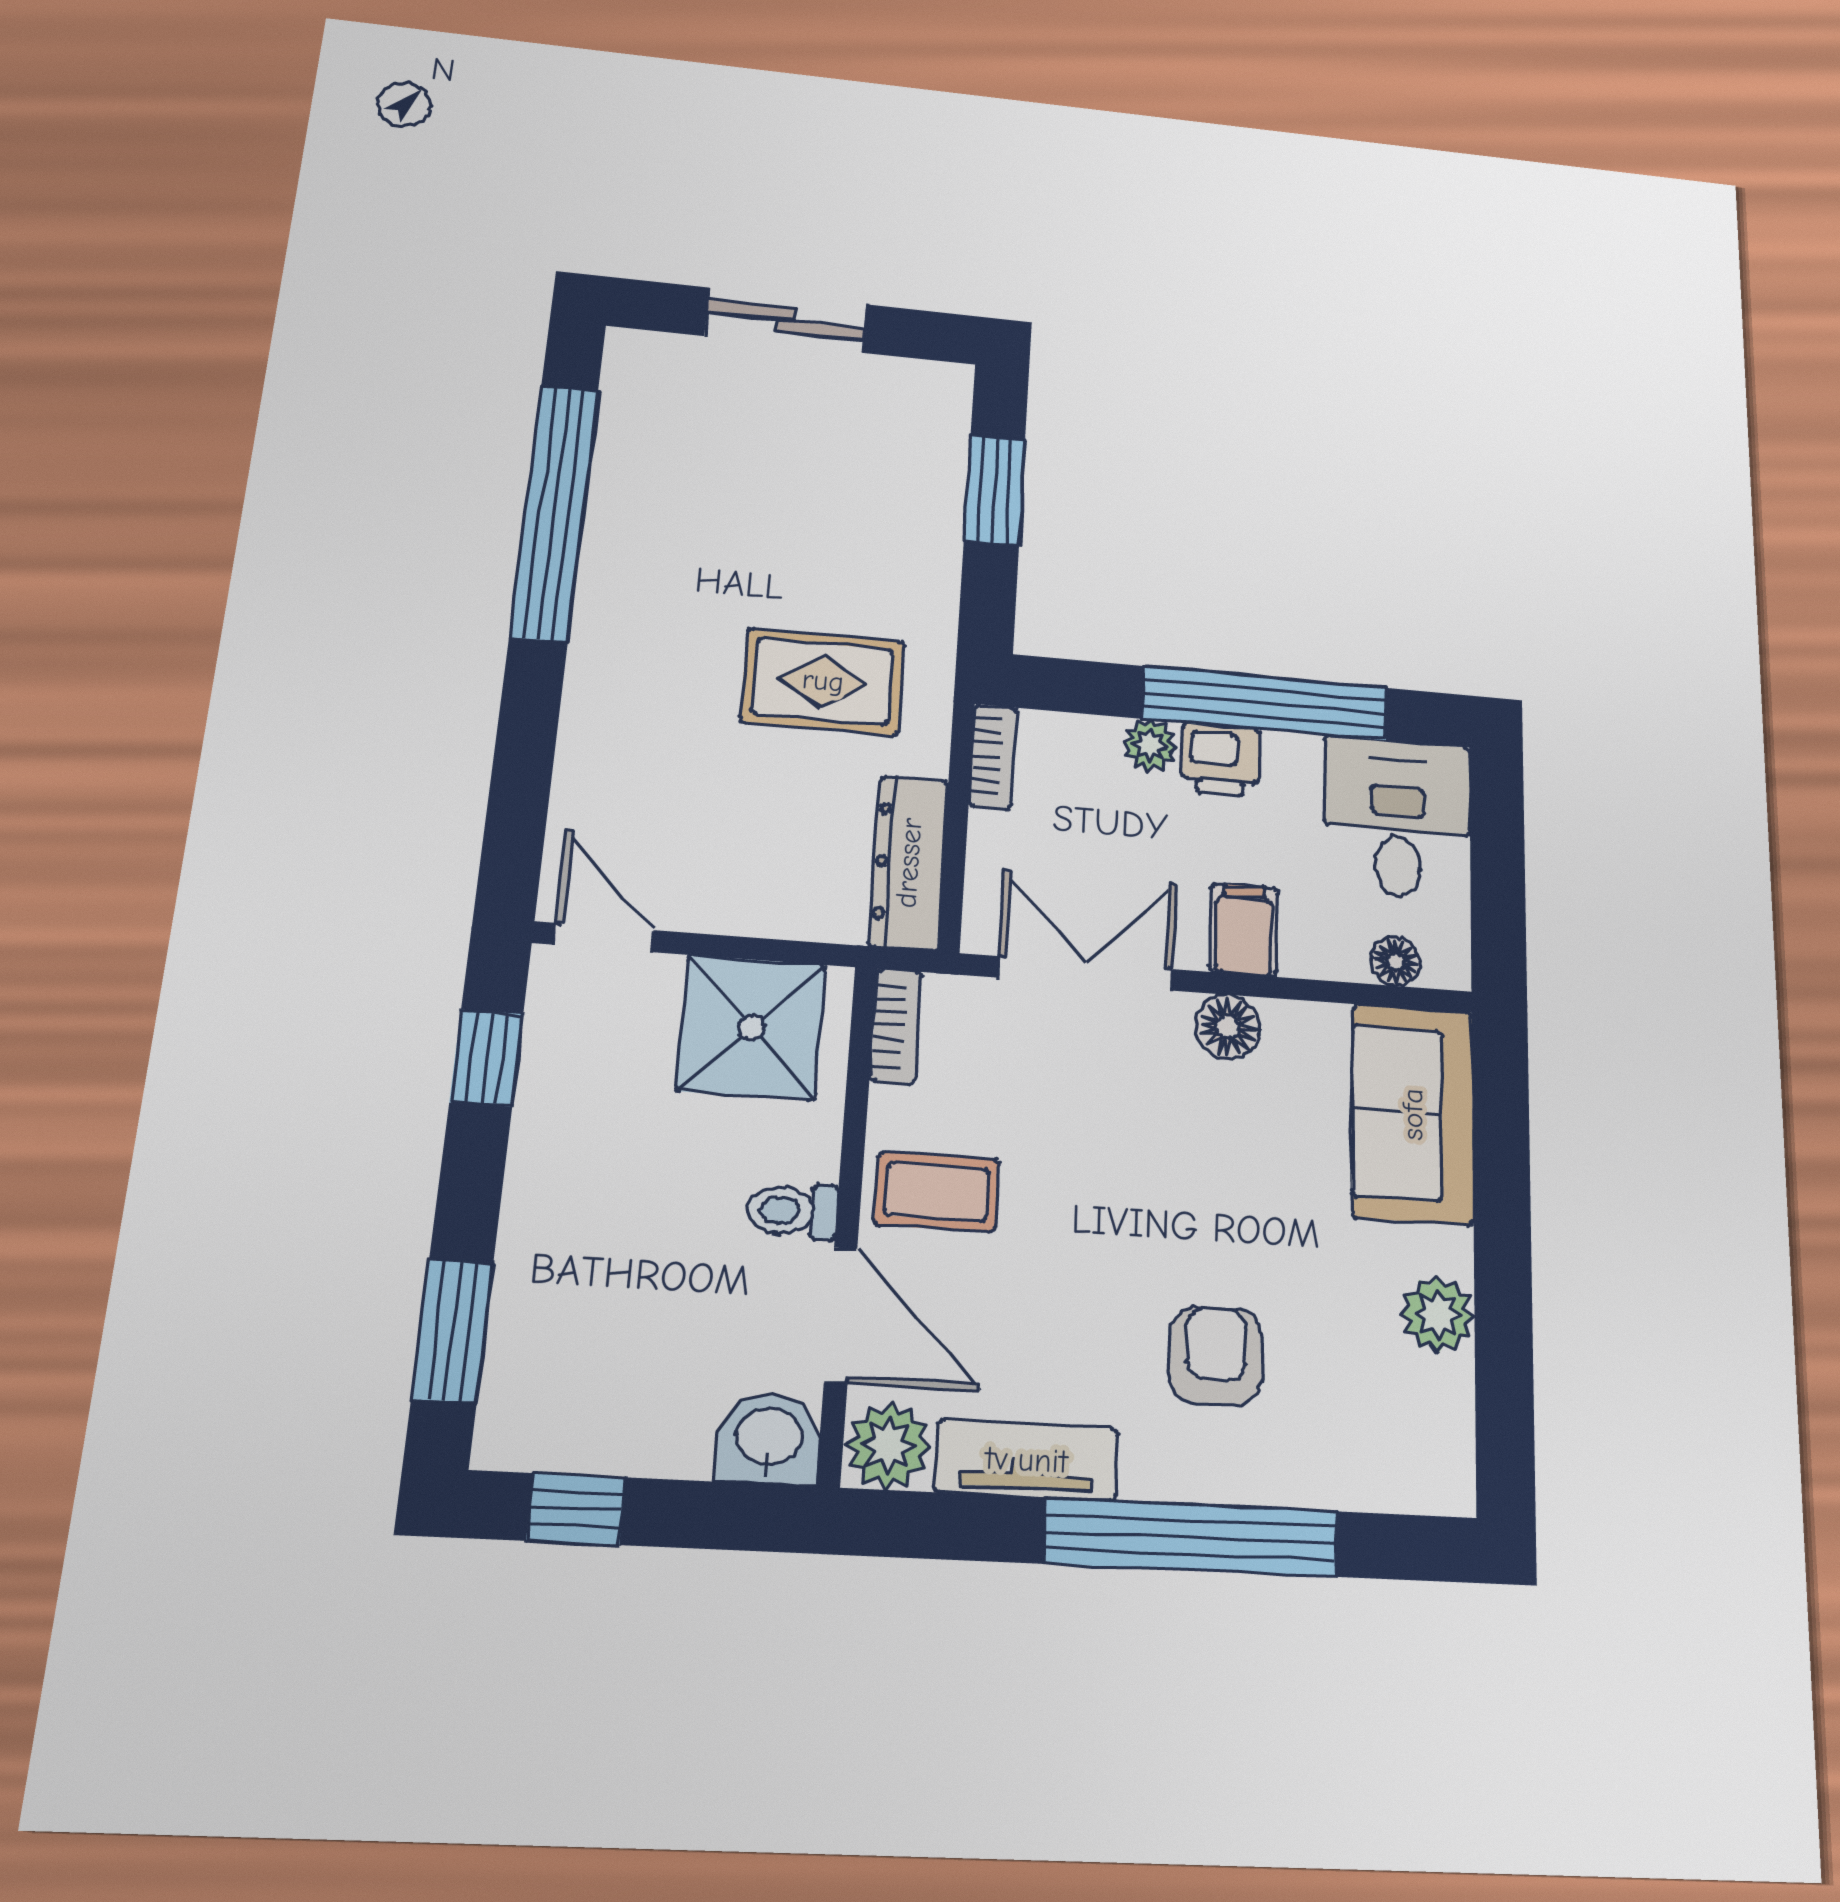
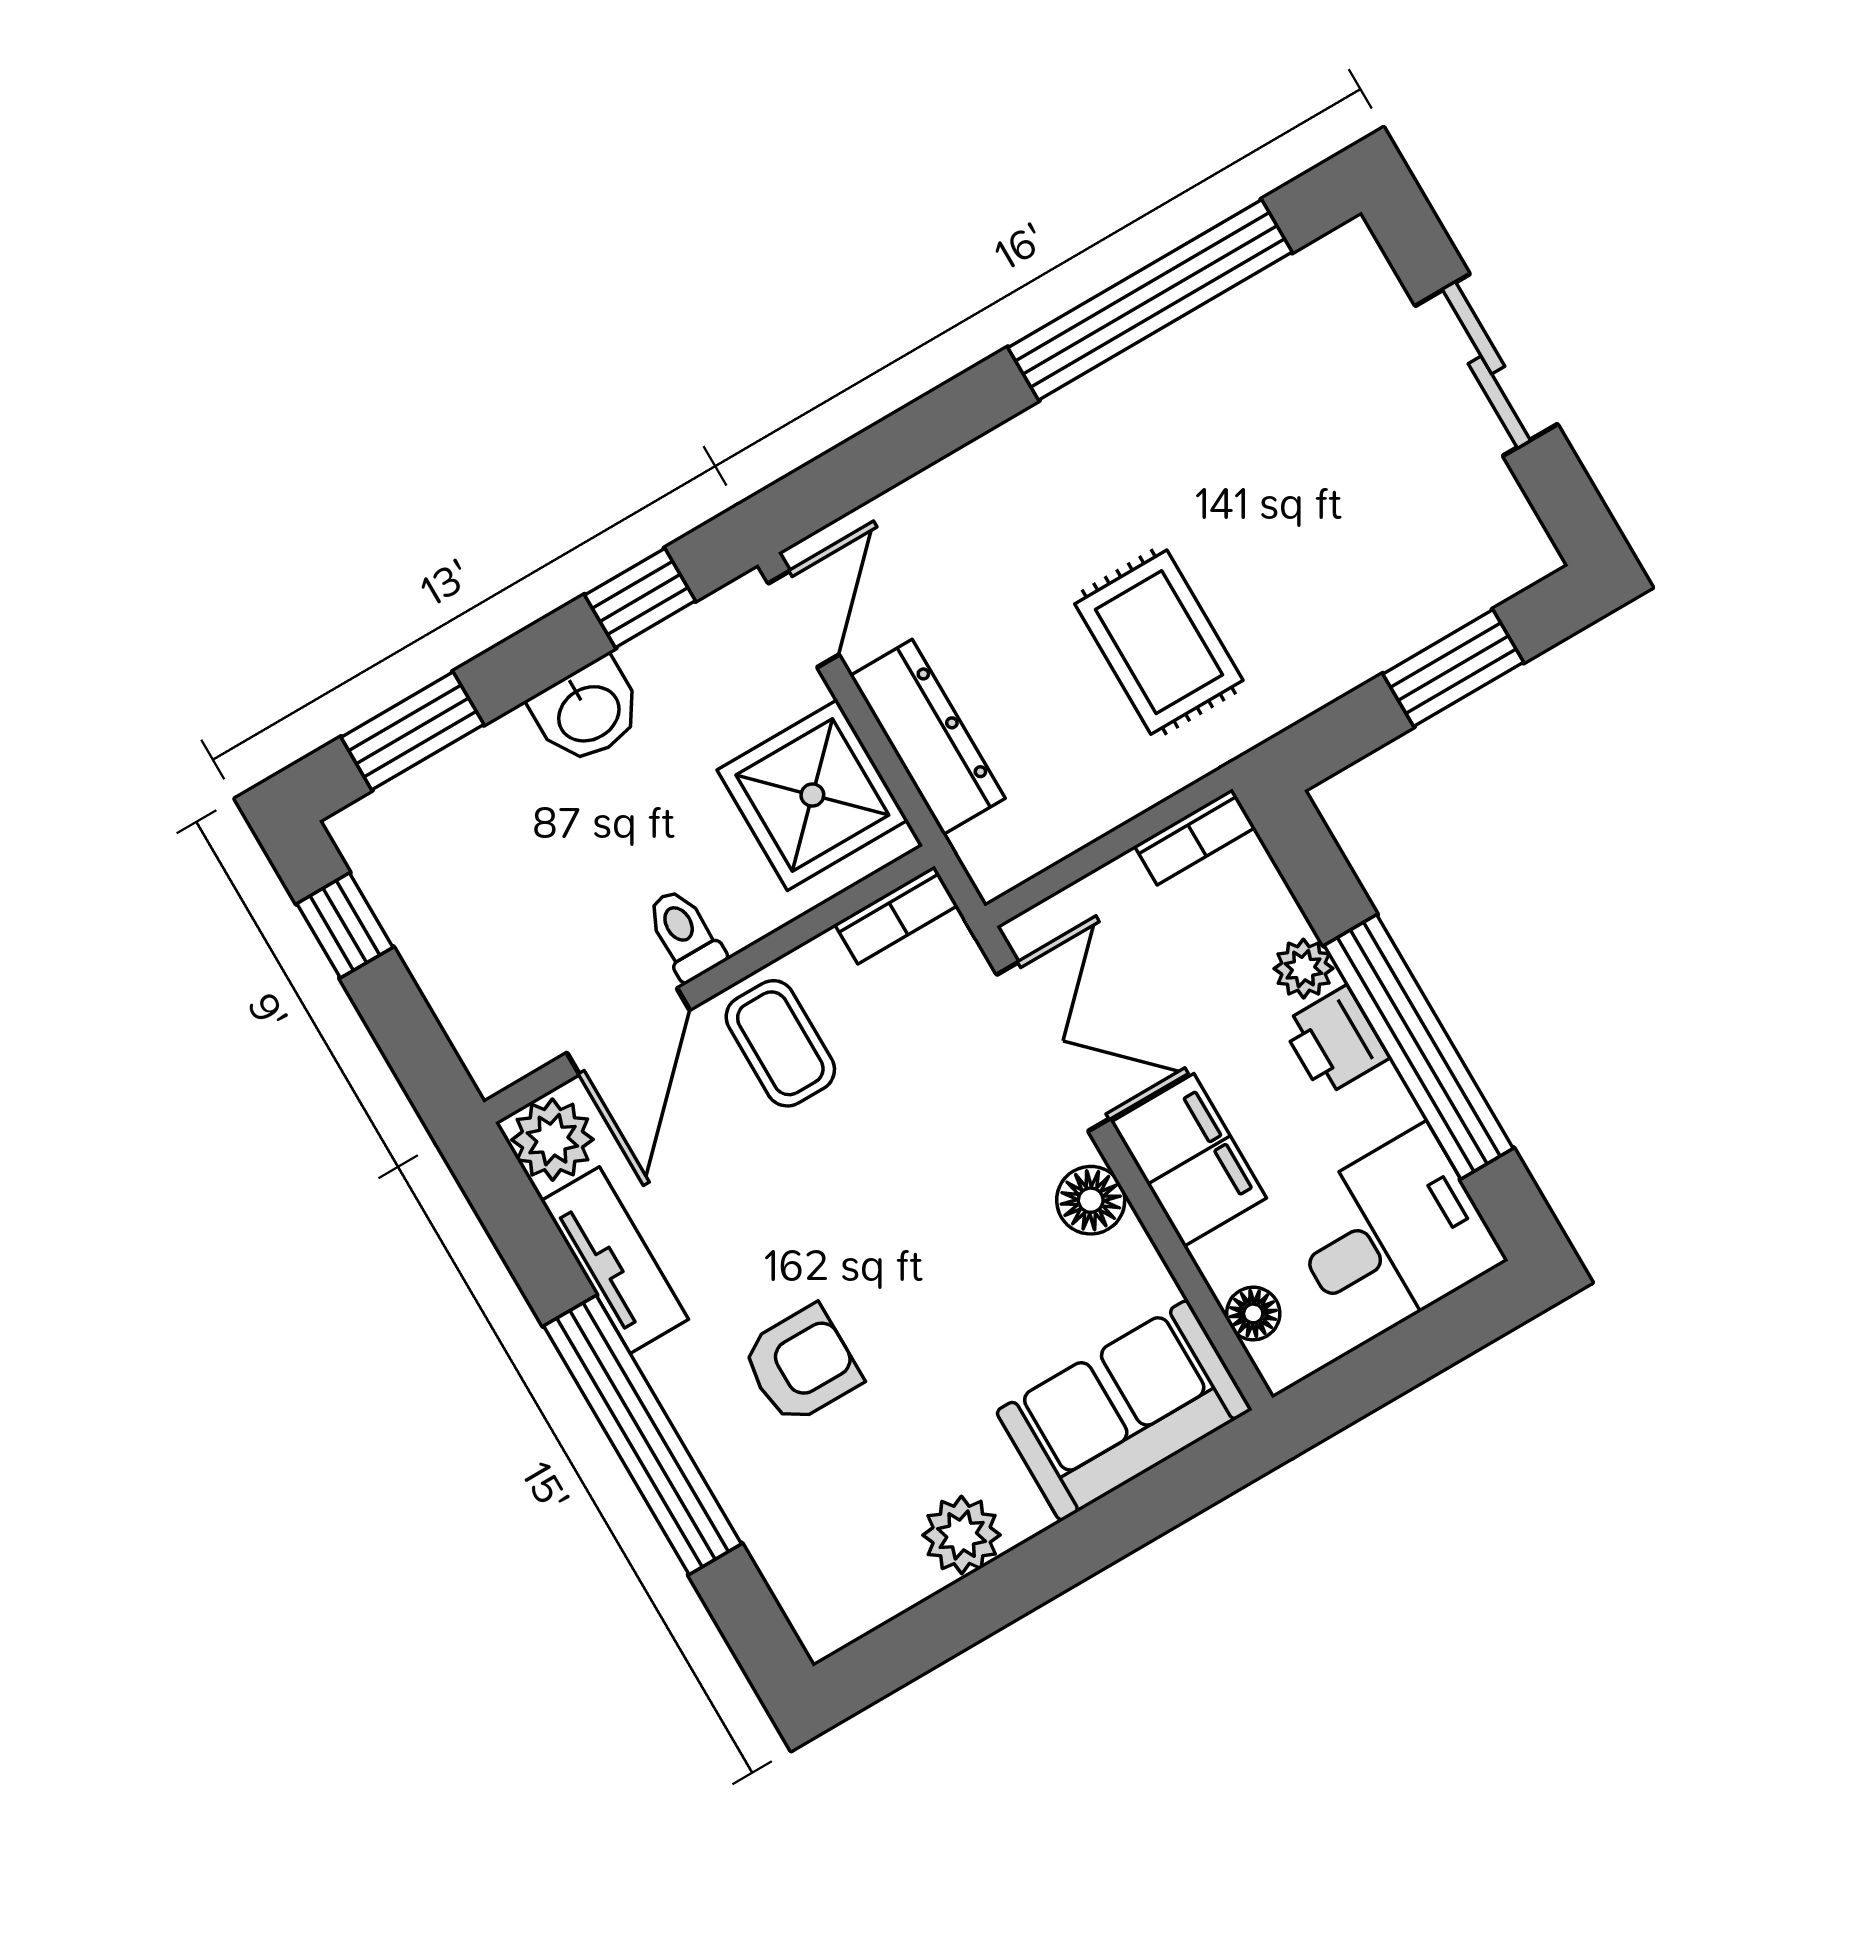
dresser: (909, 863) -> (928, 737), moved, turned 90
filing cabinet: (1244, 930) -> (1189, 1160), width x2.00
washbasin: (768, 1439) -> (588, 712), moved, turned 90

